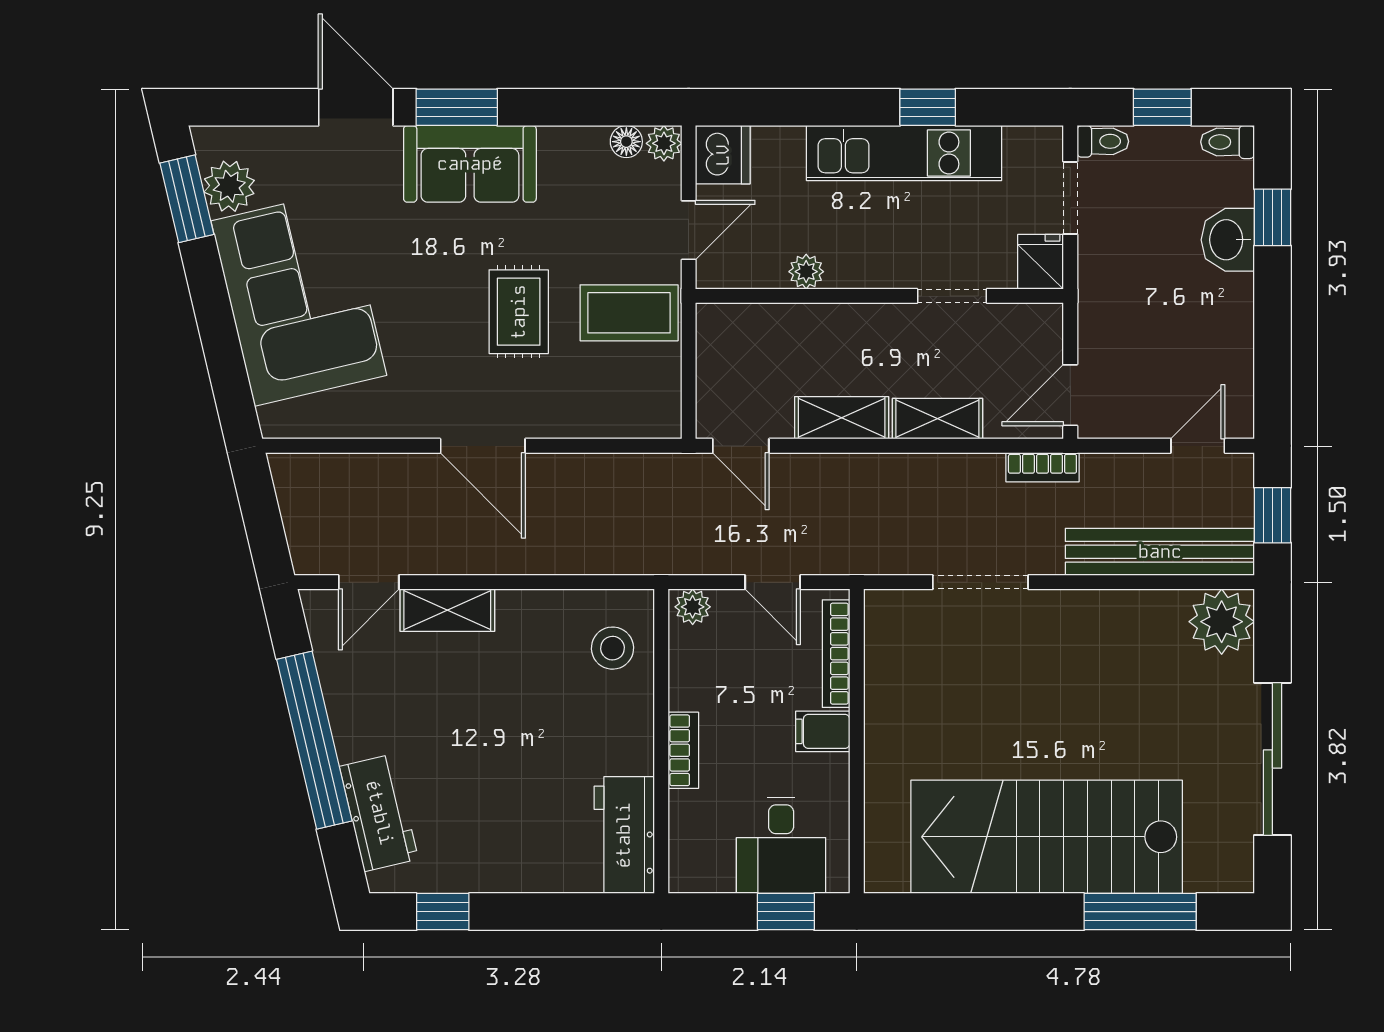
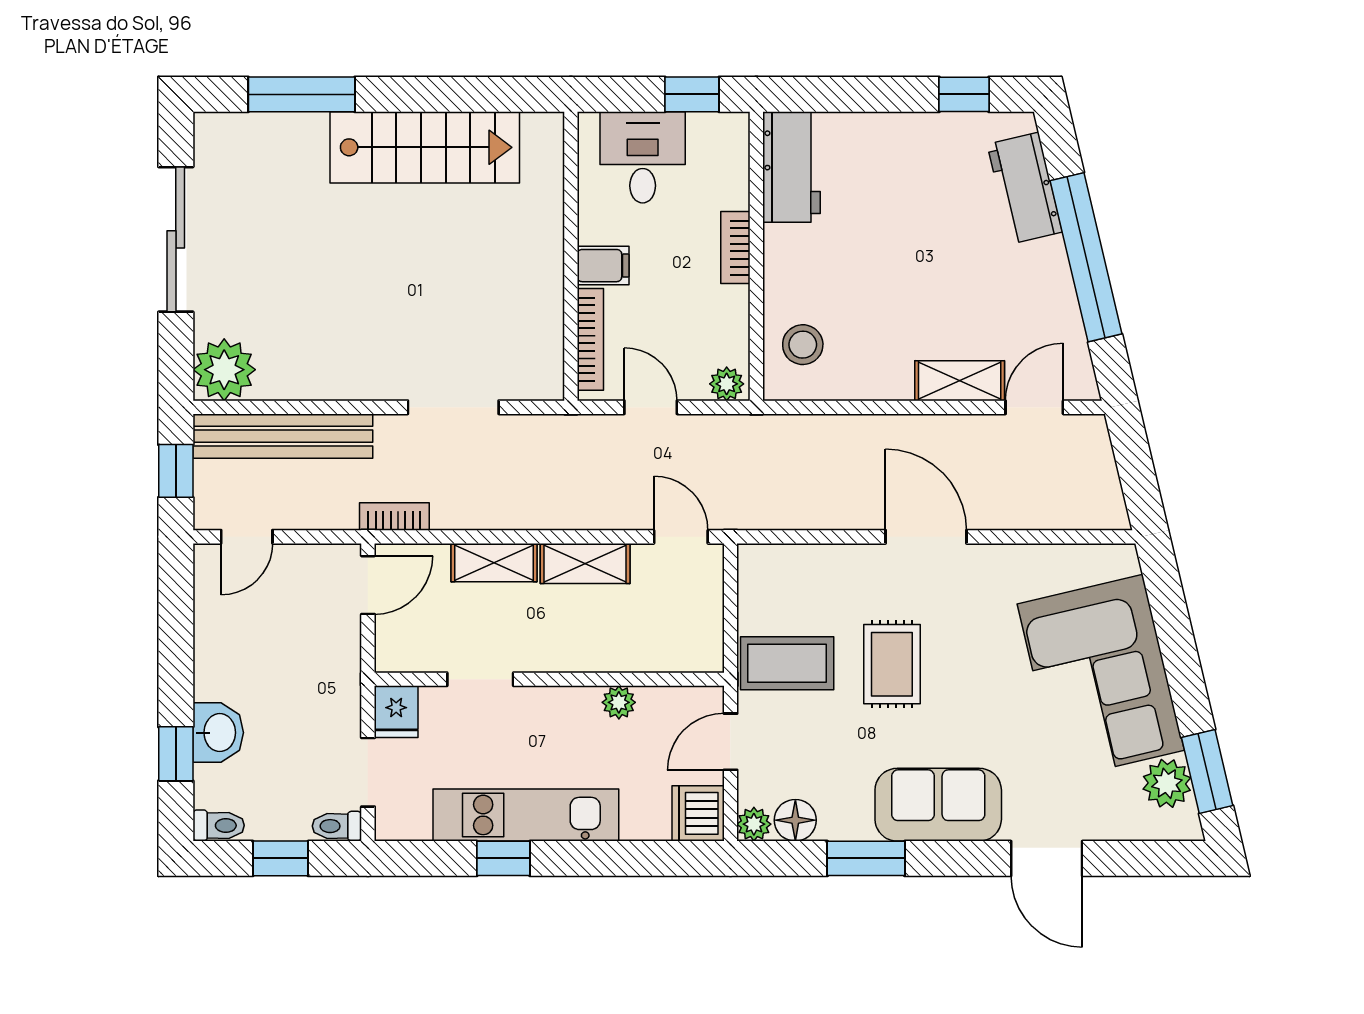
window: (457, 107) -> (866, 858), moved
floor lamp: (626, 142) -> (795, 820), width x1.37, depth x1.37
stairs: (1047, 837) -> (425, 147), width x0.73, depth x0.66
window: (786, 912) -> (692, 94), moved

